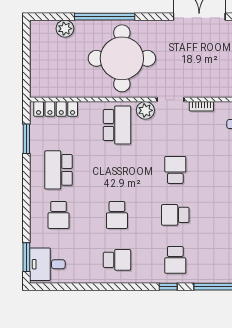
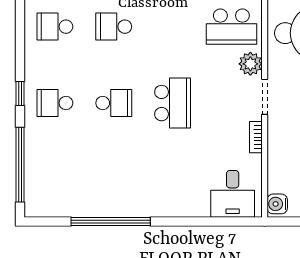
school desk: (175, 170) -> (173, 103), width x1.85
school desk: (175, 215) -> (114, 103), turned 90
school desk: (117, 260) -> (55, 27), turned 90

